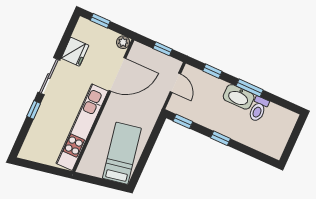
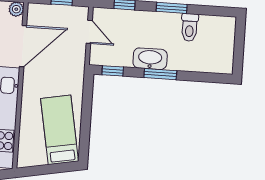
washbasin: (239, 97) -> (150, 59), moved, turned 180
window: (221, 138) -> (160, 74), width x1.50

